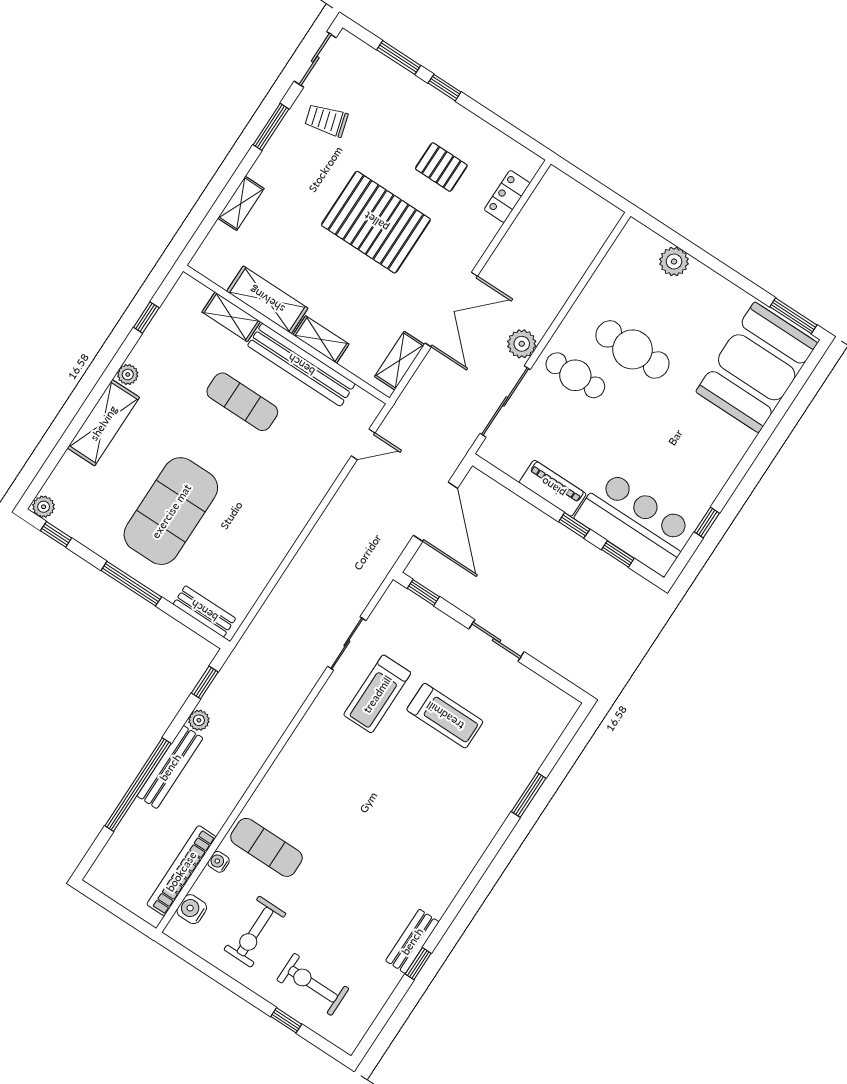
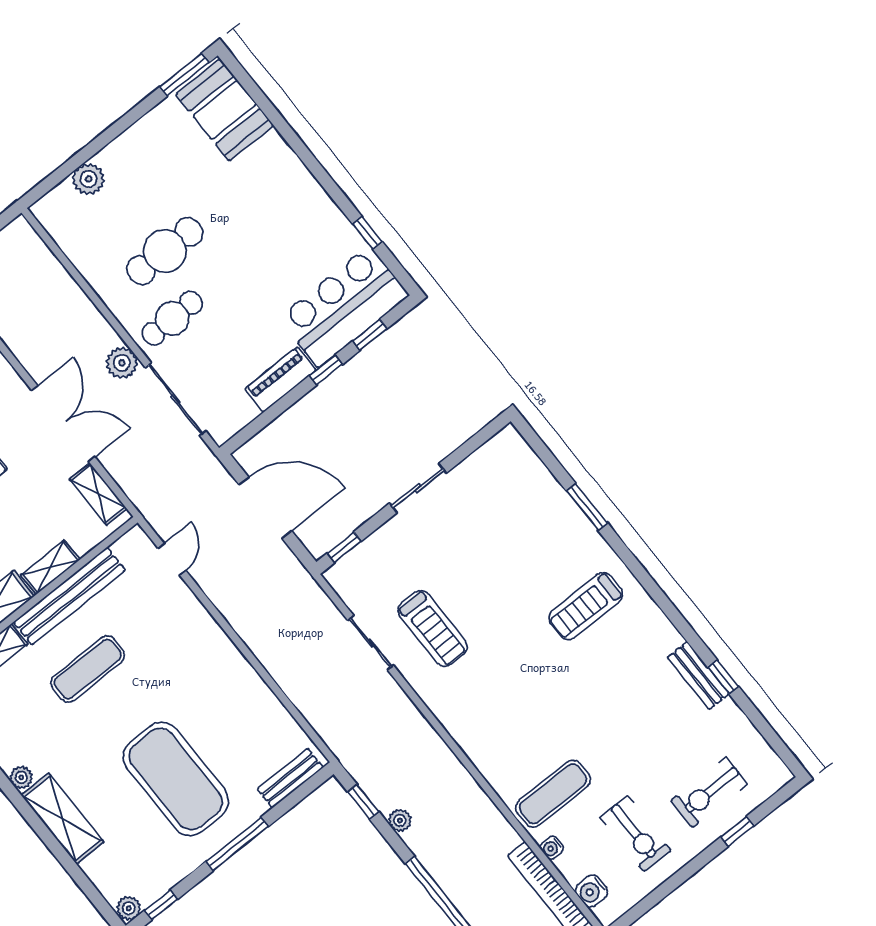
booth: (757, 367) -> (225, 110), width x0.73, depth x0.70
treadmill: (445, 716) -> (586, 606), moved, turned 180
bench: (170, 767) -> (438, 866), removed

